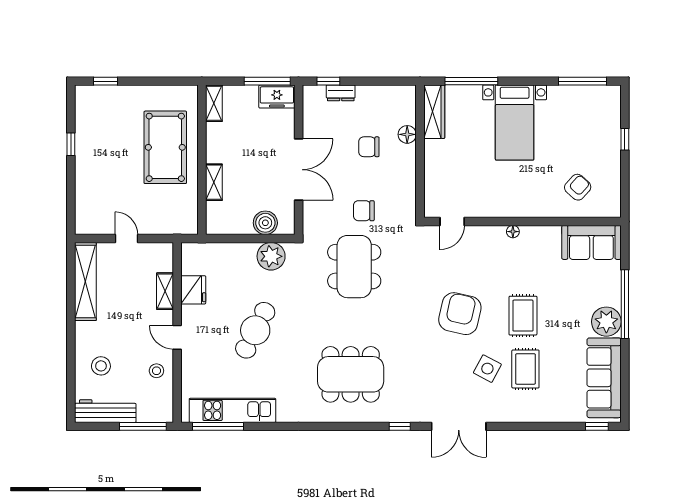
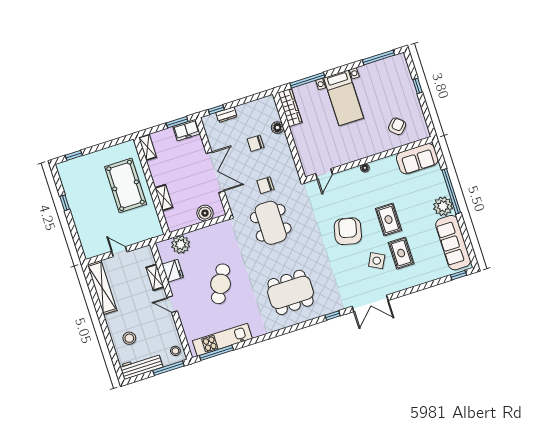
window: (267, 81) -> (177, 122), width x0.69
plant: (271, 256) -> (181, 244), moved
stool: (156, 371) -> (175, 351), moved

